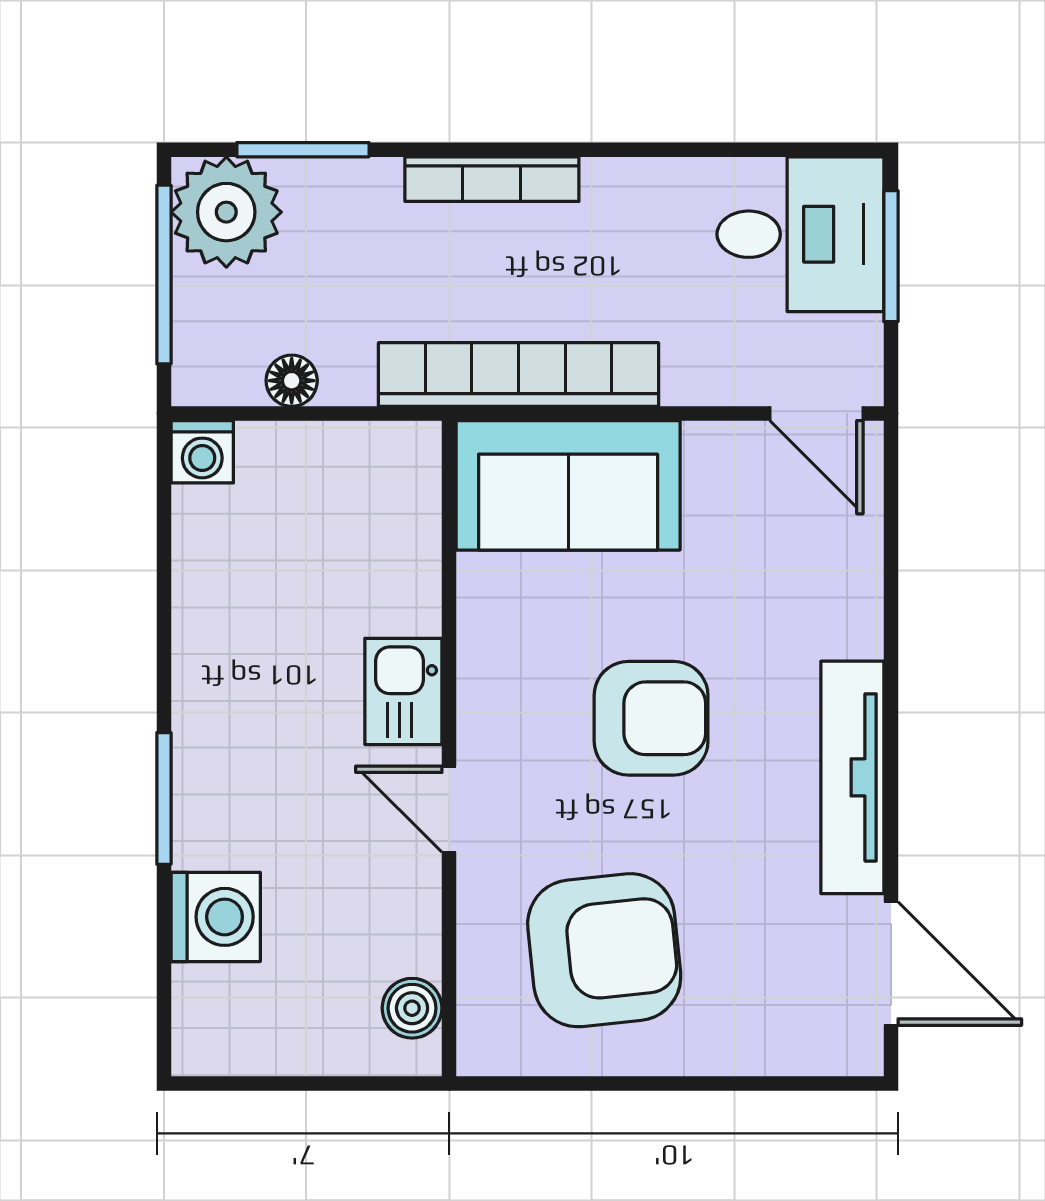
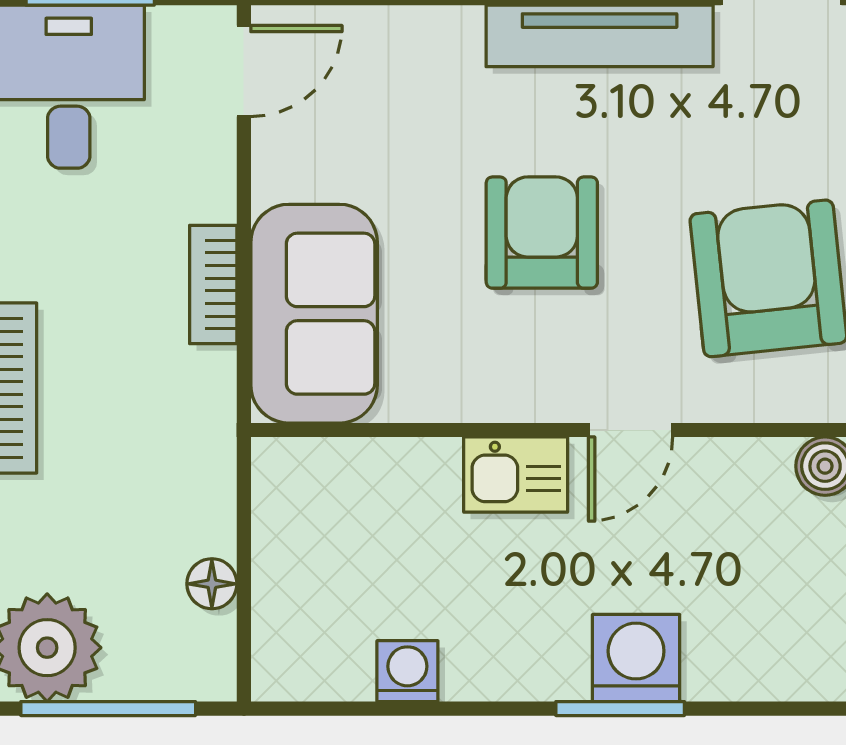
bookcase: (518, 375) -> (213, 284), width x0.43, depth x0.76
washing machine: (202, 452) -> (407, 671), moved, turned -90
washing machine: (216, 917) -> (636, 658), moved

